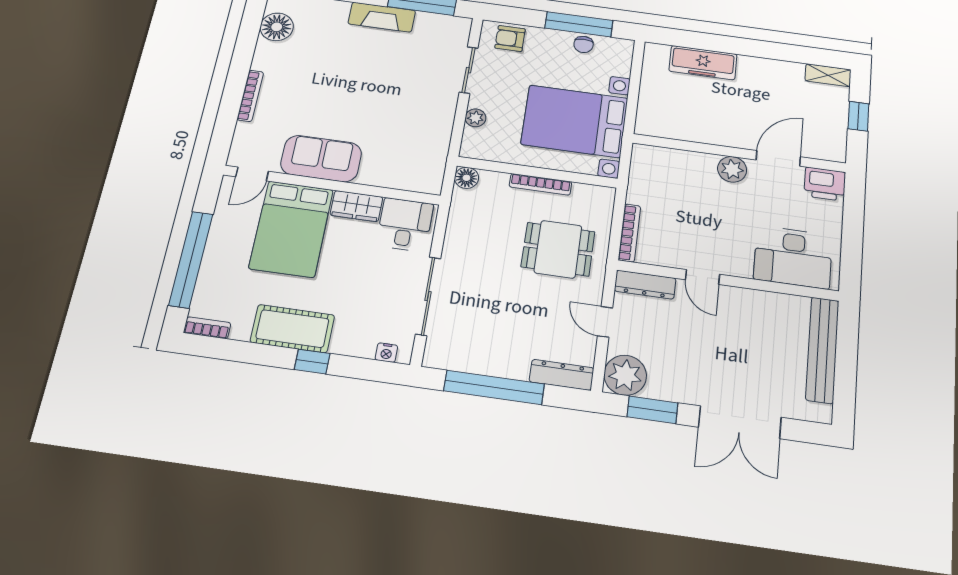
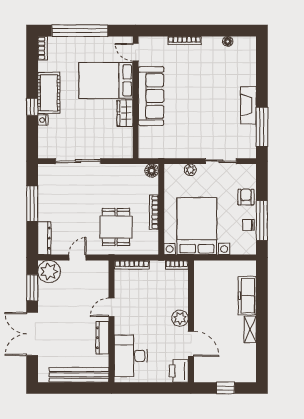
floor lamp: (277, 27) -> (228, 41), width x0.53, depth x0.53
armchair: (510, 38) -> (246, 197), moved
shelving: (828, 75) -> (250, 329), moved
sofa: (321, 159) -> (151, 96), width x1.36
bookcase: (638, 161) -> (177, 265), added
desk: (405, 225) -> (118, 142), removed
dresser: (645, 285) -> (102, 338), moved
nightstand: (386, 353) -> (43, 120), moved
window: (494, 387) -> (32, 204), width x0.68

